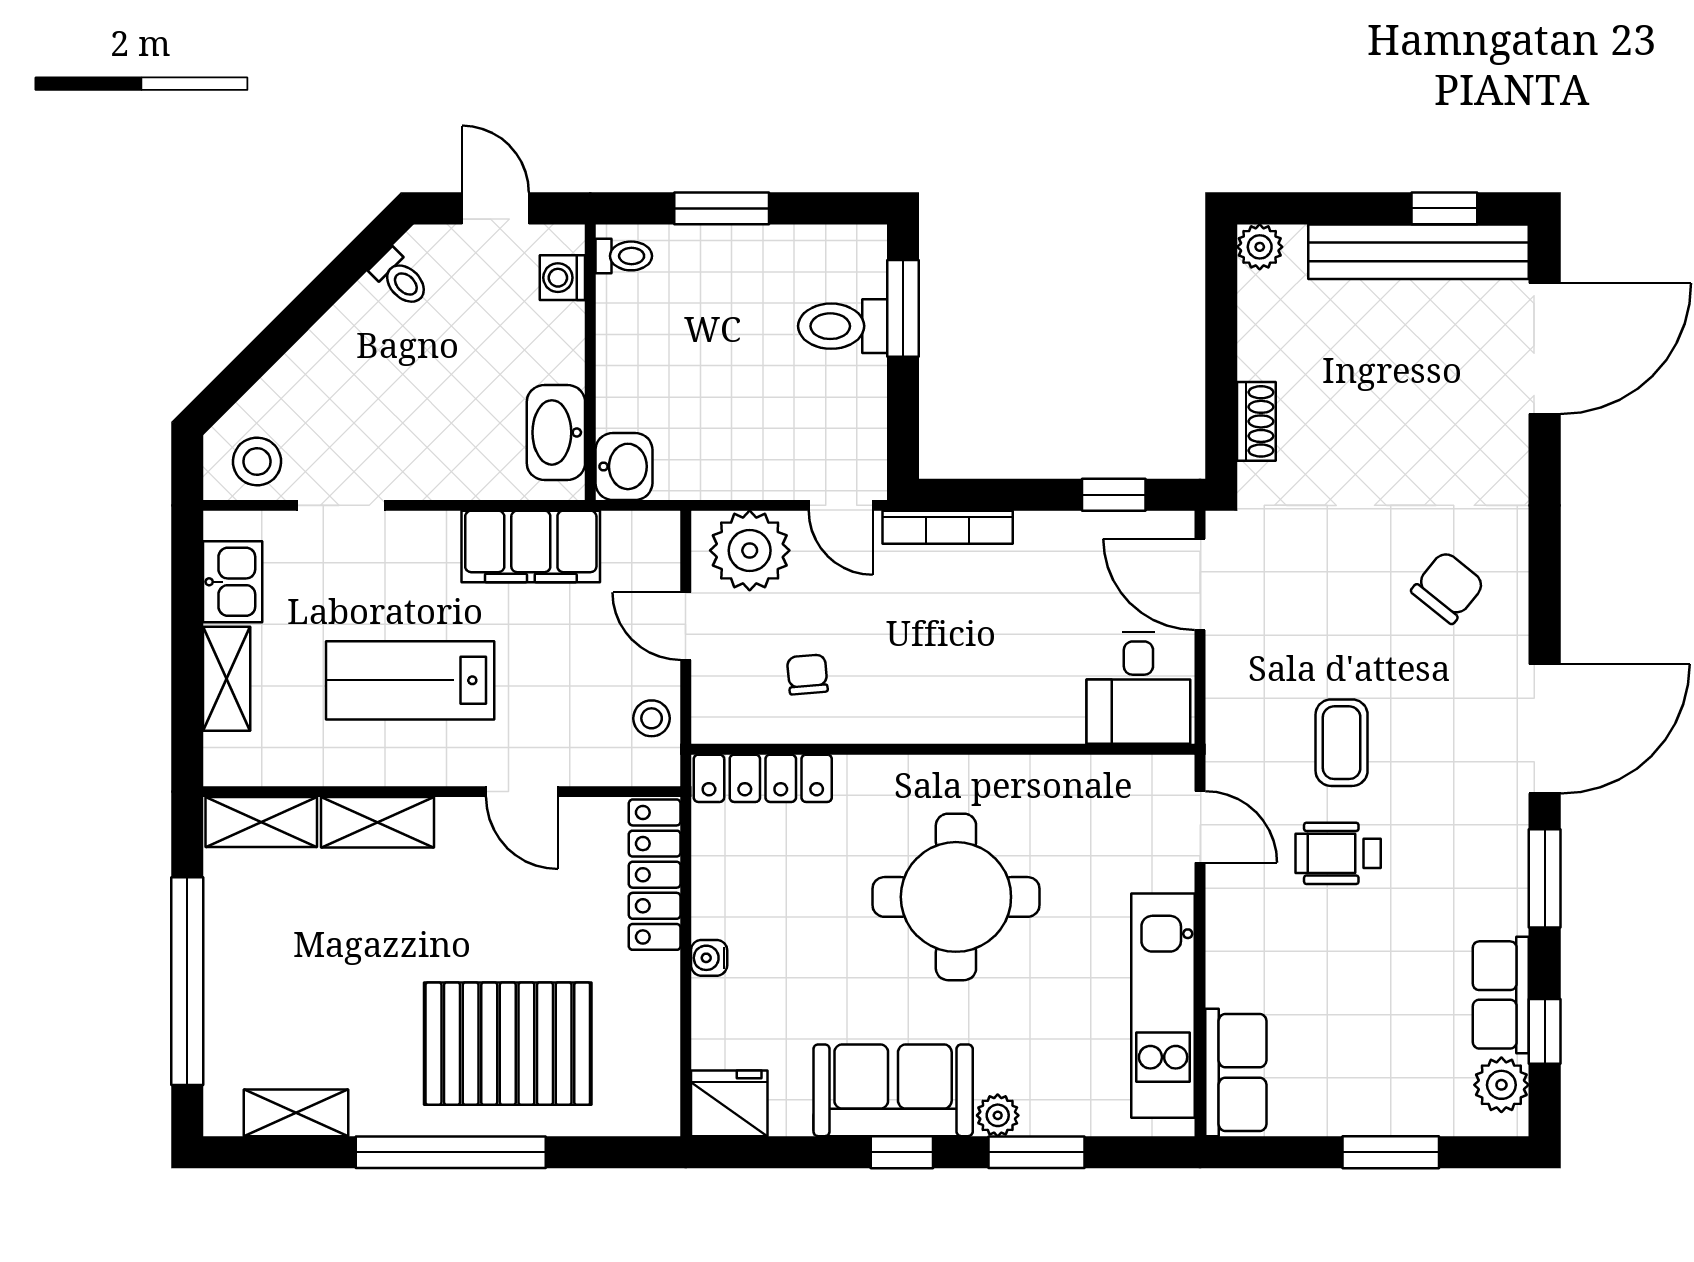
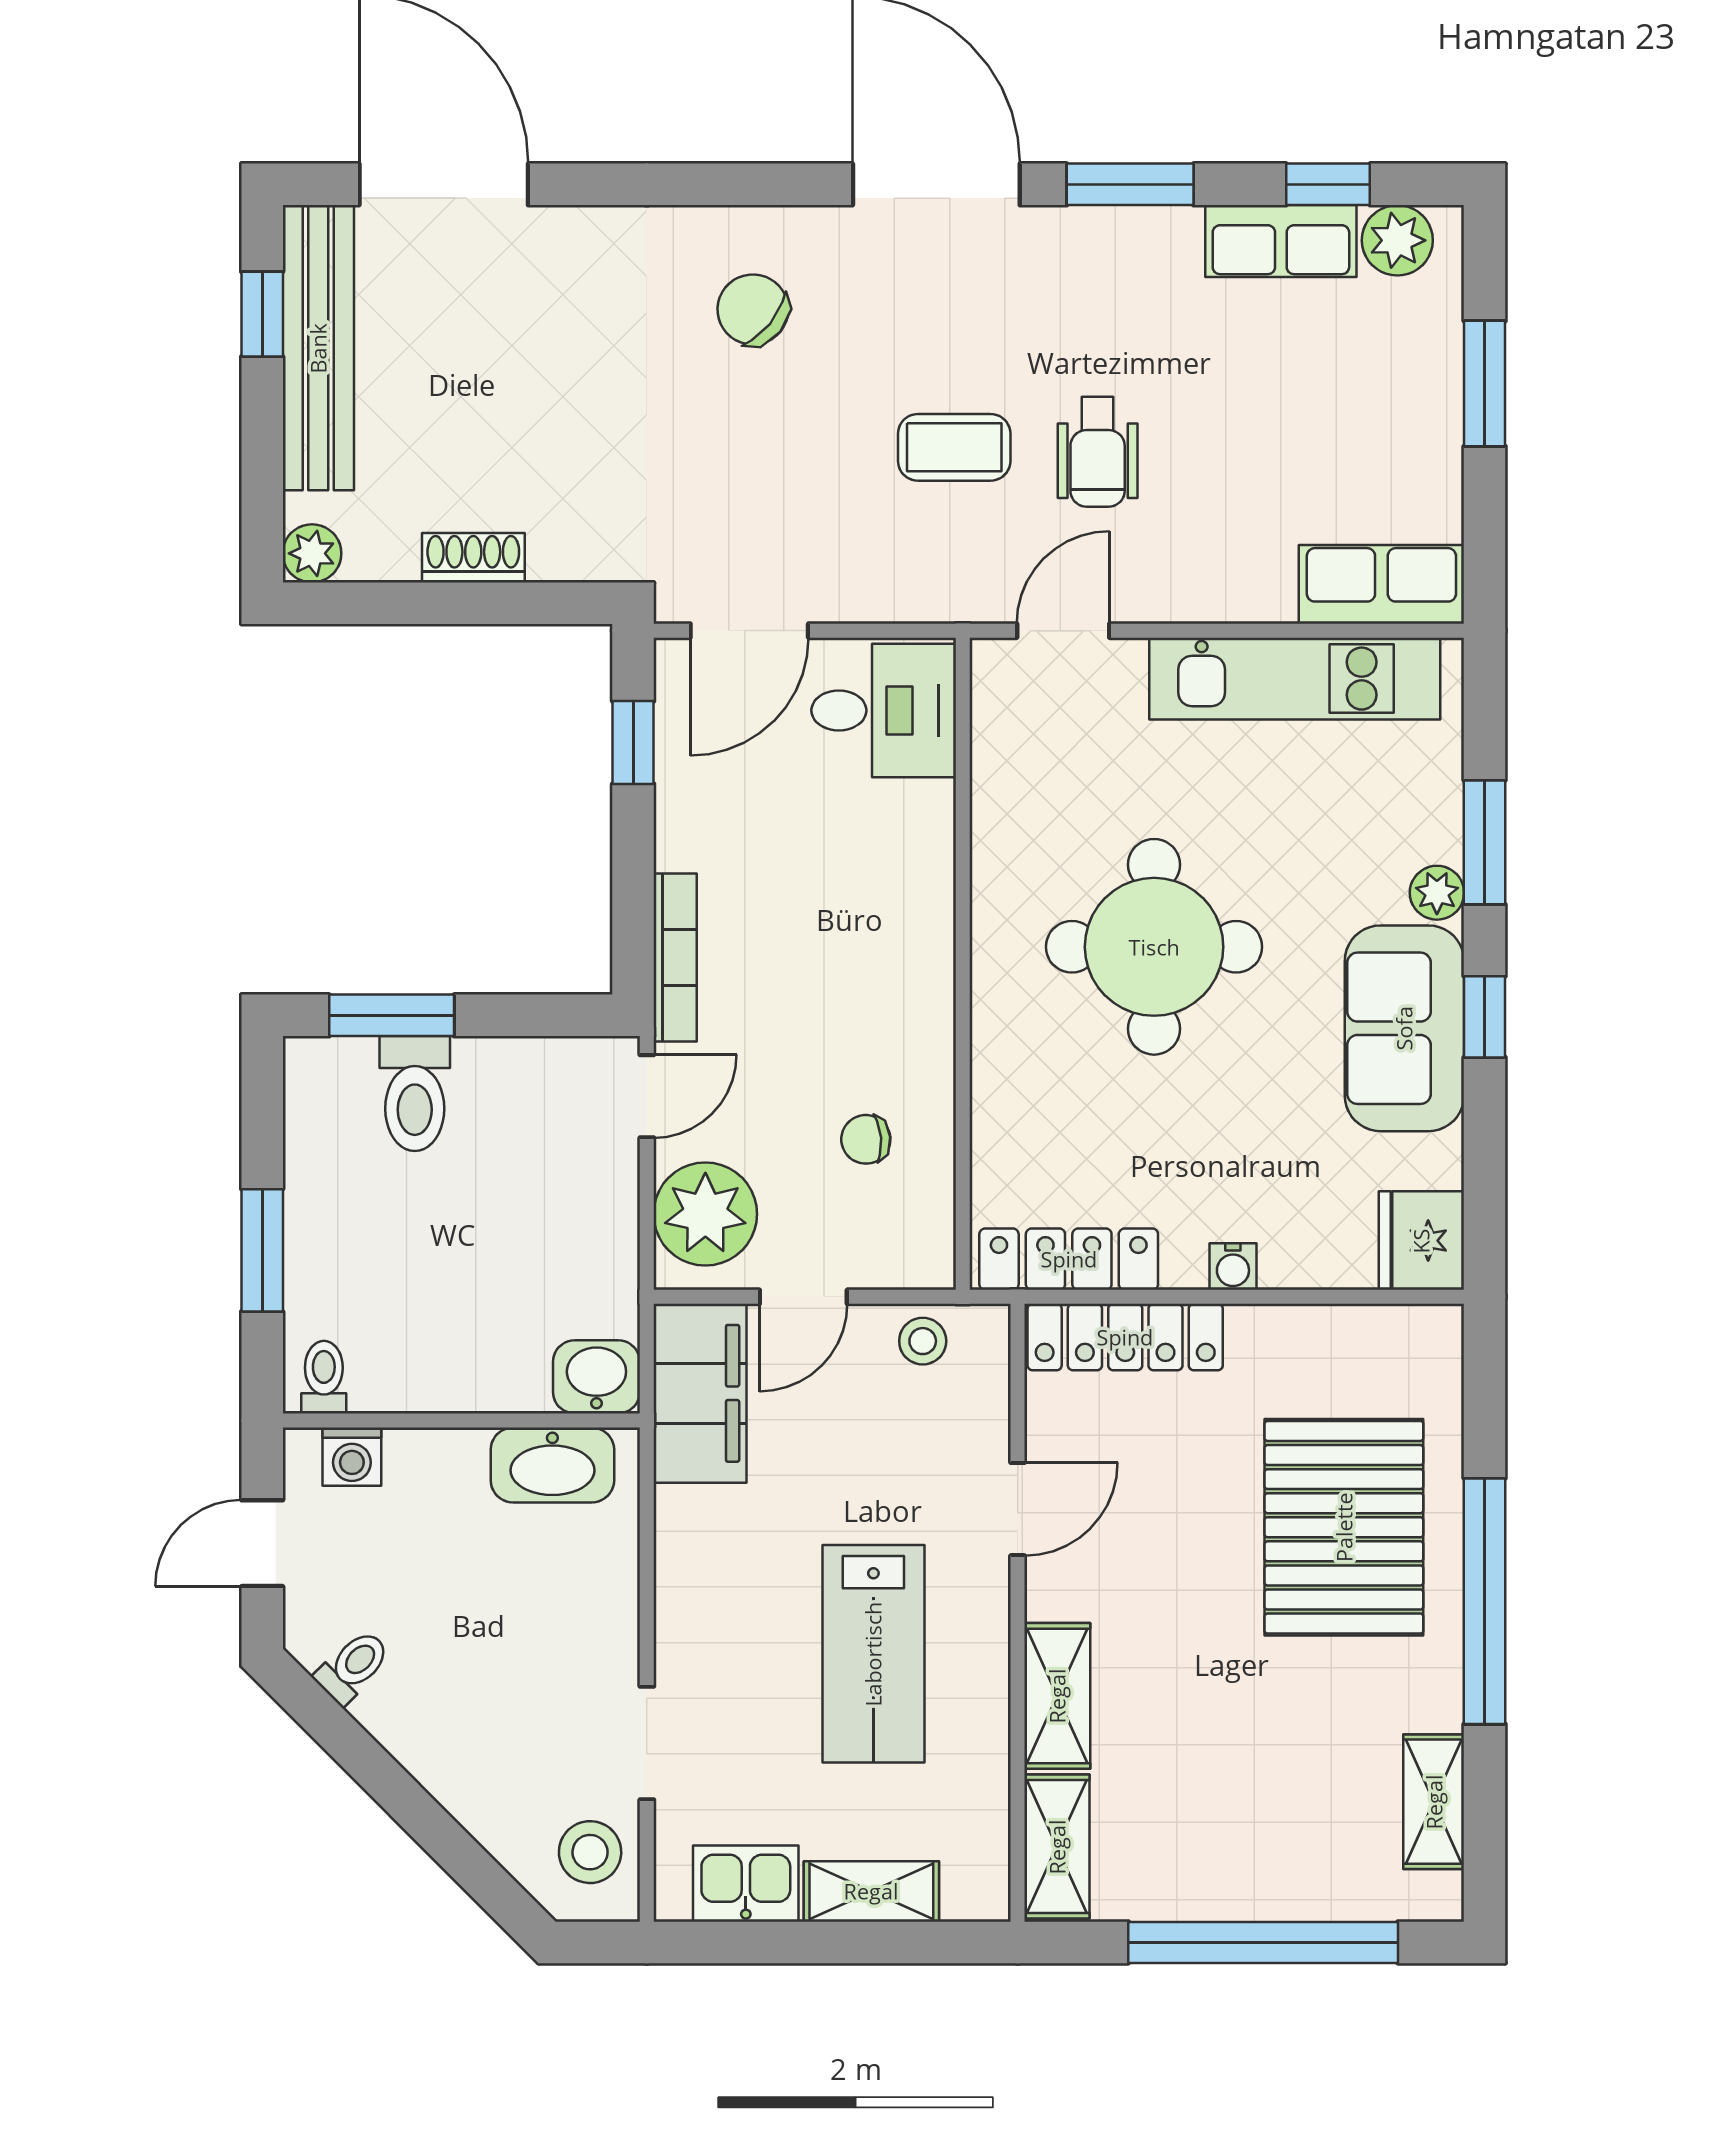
shoe rack: (1256, 421) -> (473, 558), moved
filing cabinet: (531, 546) -> (700, 1393), moved
locker: (763, 778) -> (1069, 1259), moved, turned -90

